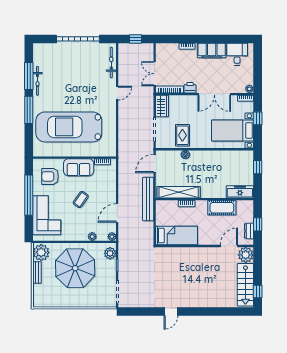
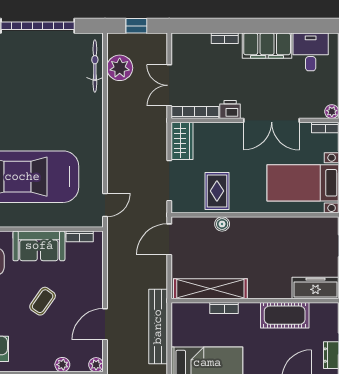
plant: (126, 63) -> (120, 68), added
door: (117, 93) -> (105, 205), moved
bench: (148, 199) -> (158, 327), moved

